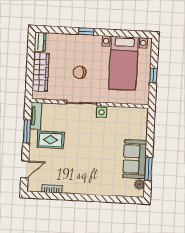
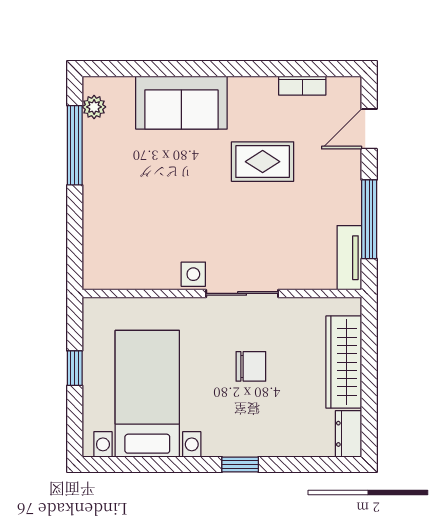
window: (27, 131) -> (369, 219), width x1.44
rug: (51, 140) -> (263, 162), moved
sofa: (135, 159) -> (181, 103), moved, turned 90
window: (148, 169) -> (75, 145), width x1.44

